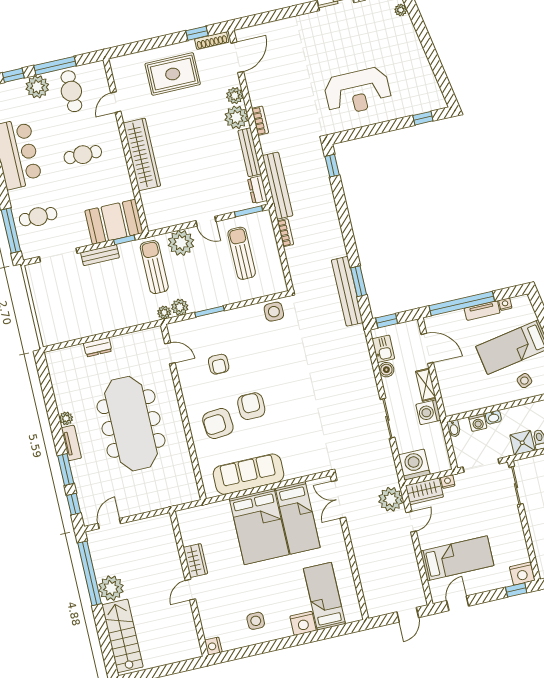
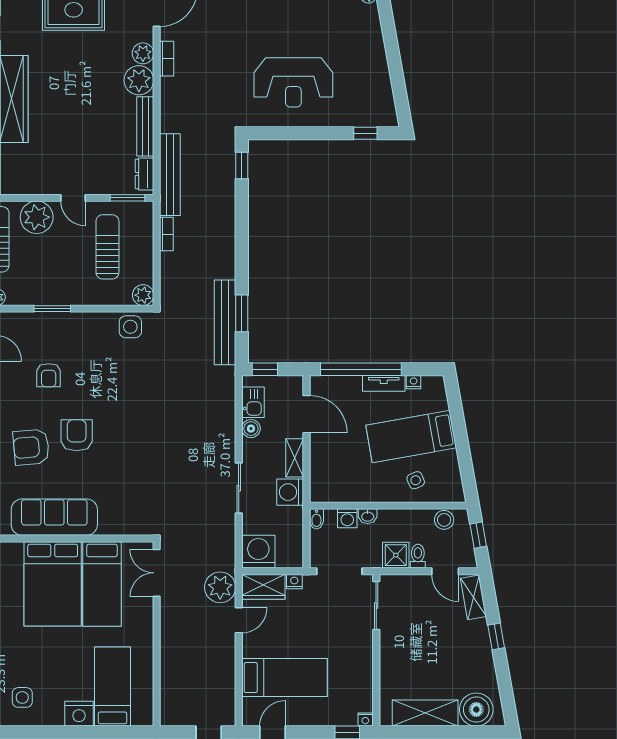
bookcase: (260, 121) -> (167, 59), moved
plant: (180, 307) -> (143, 295), moved
nightstand: (522, 574) -> (365, 720), width x0.53, depth x0.56

